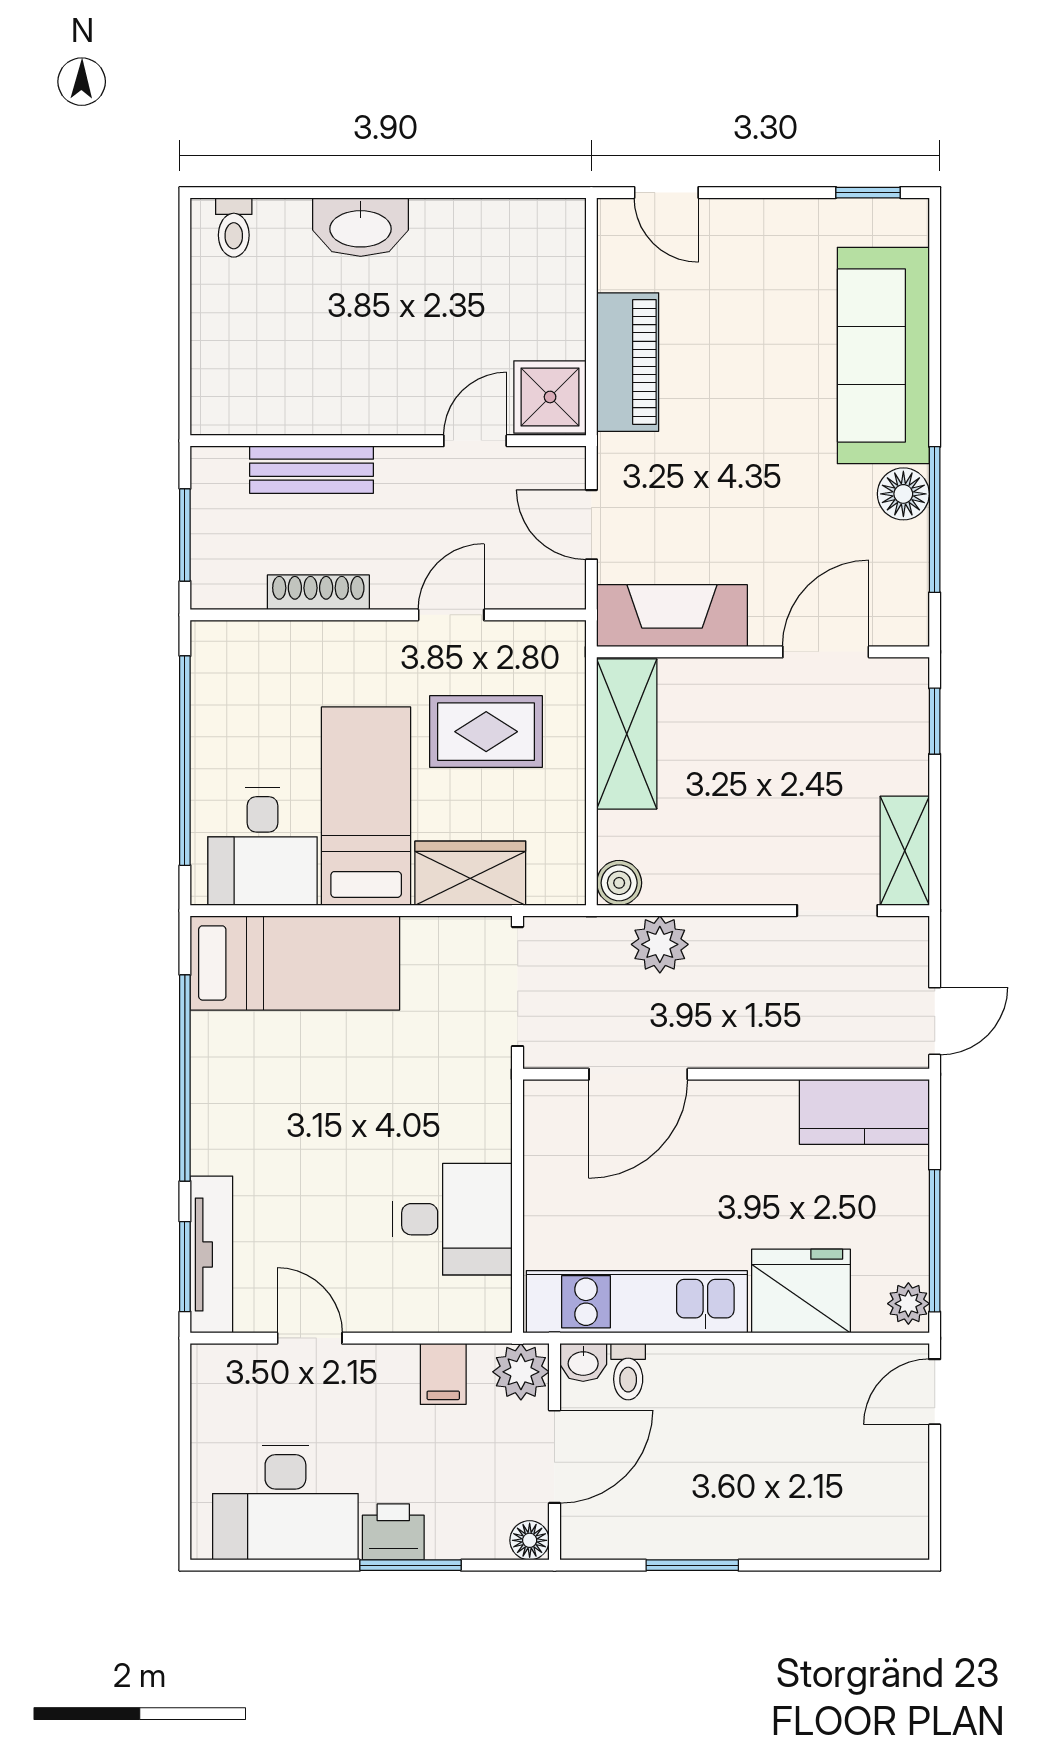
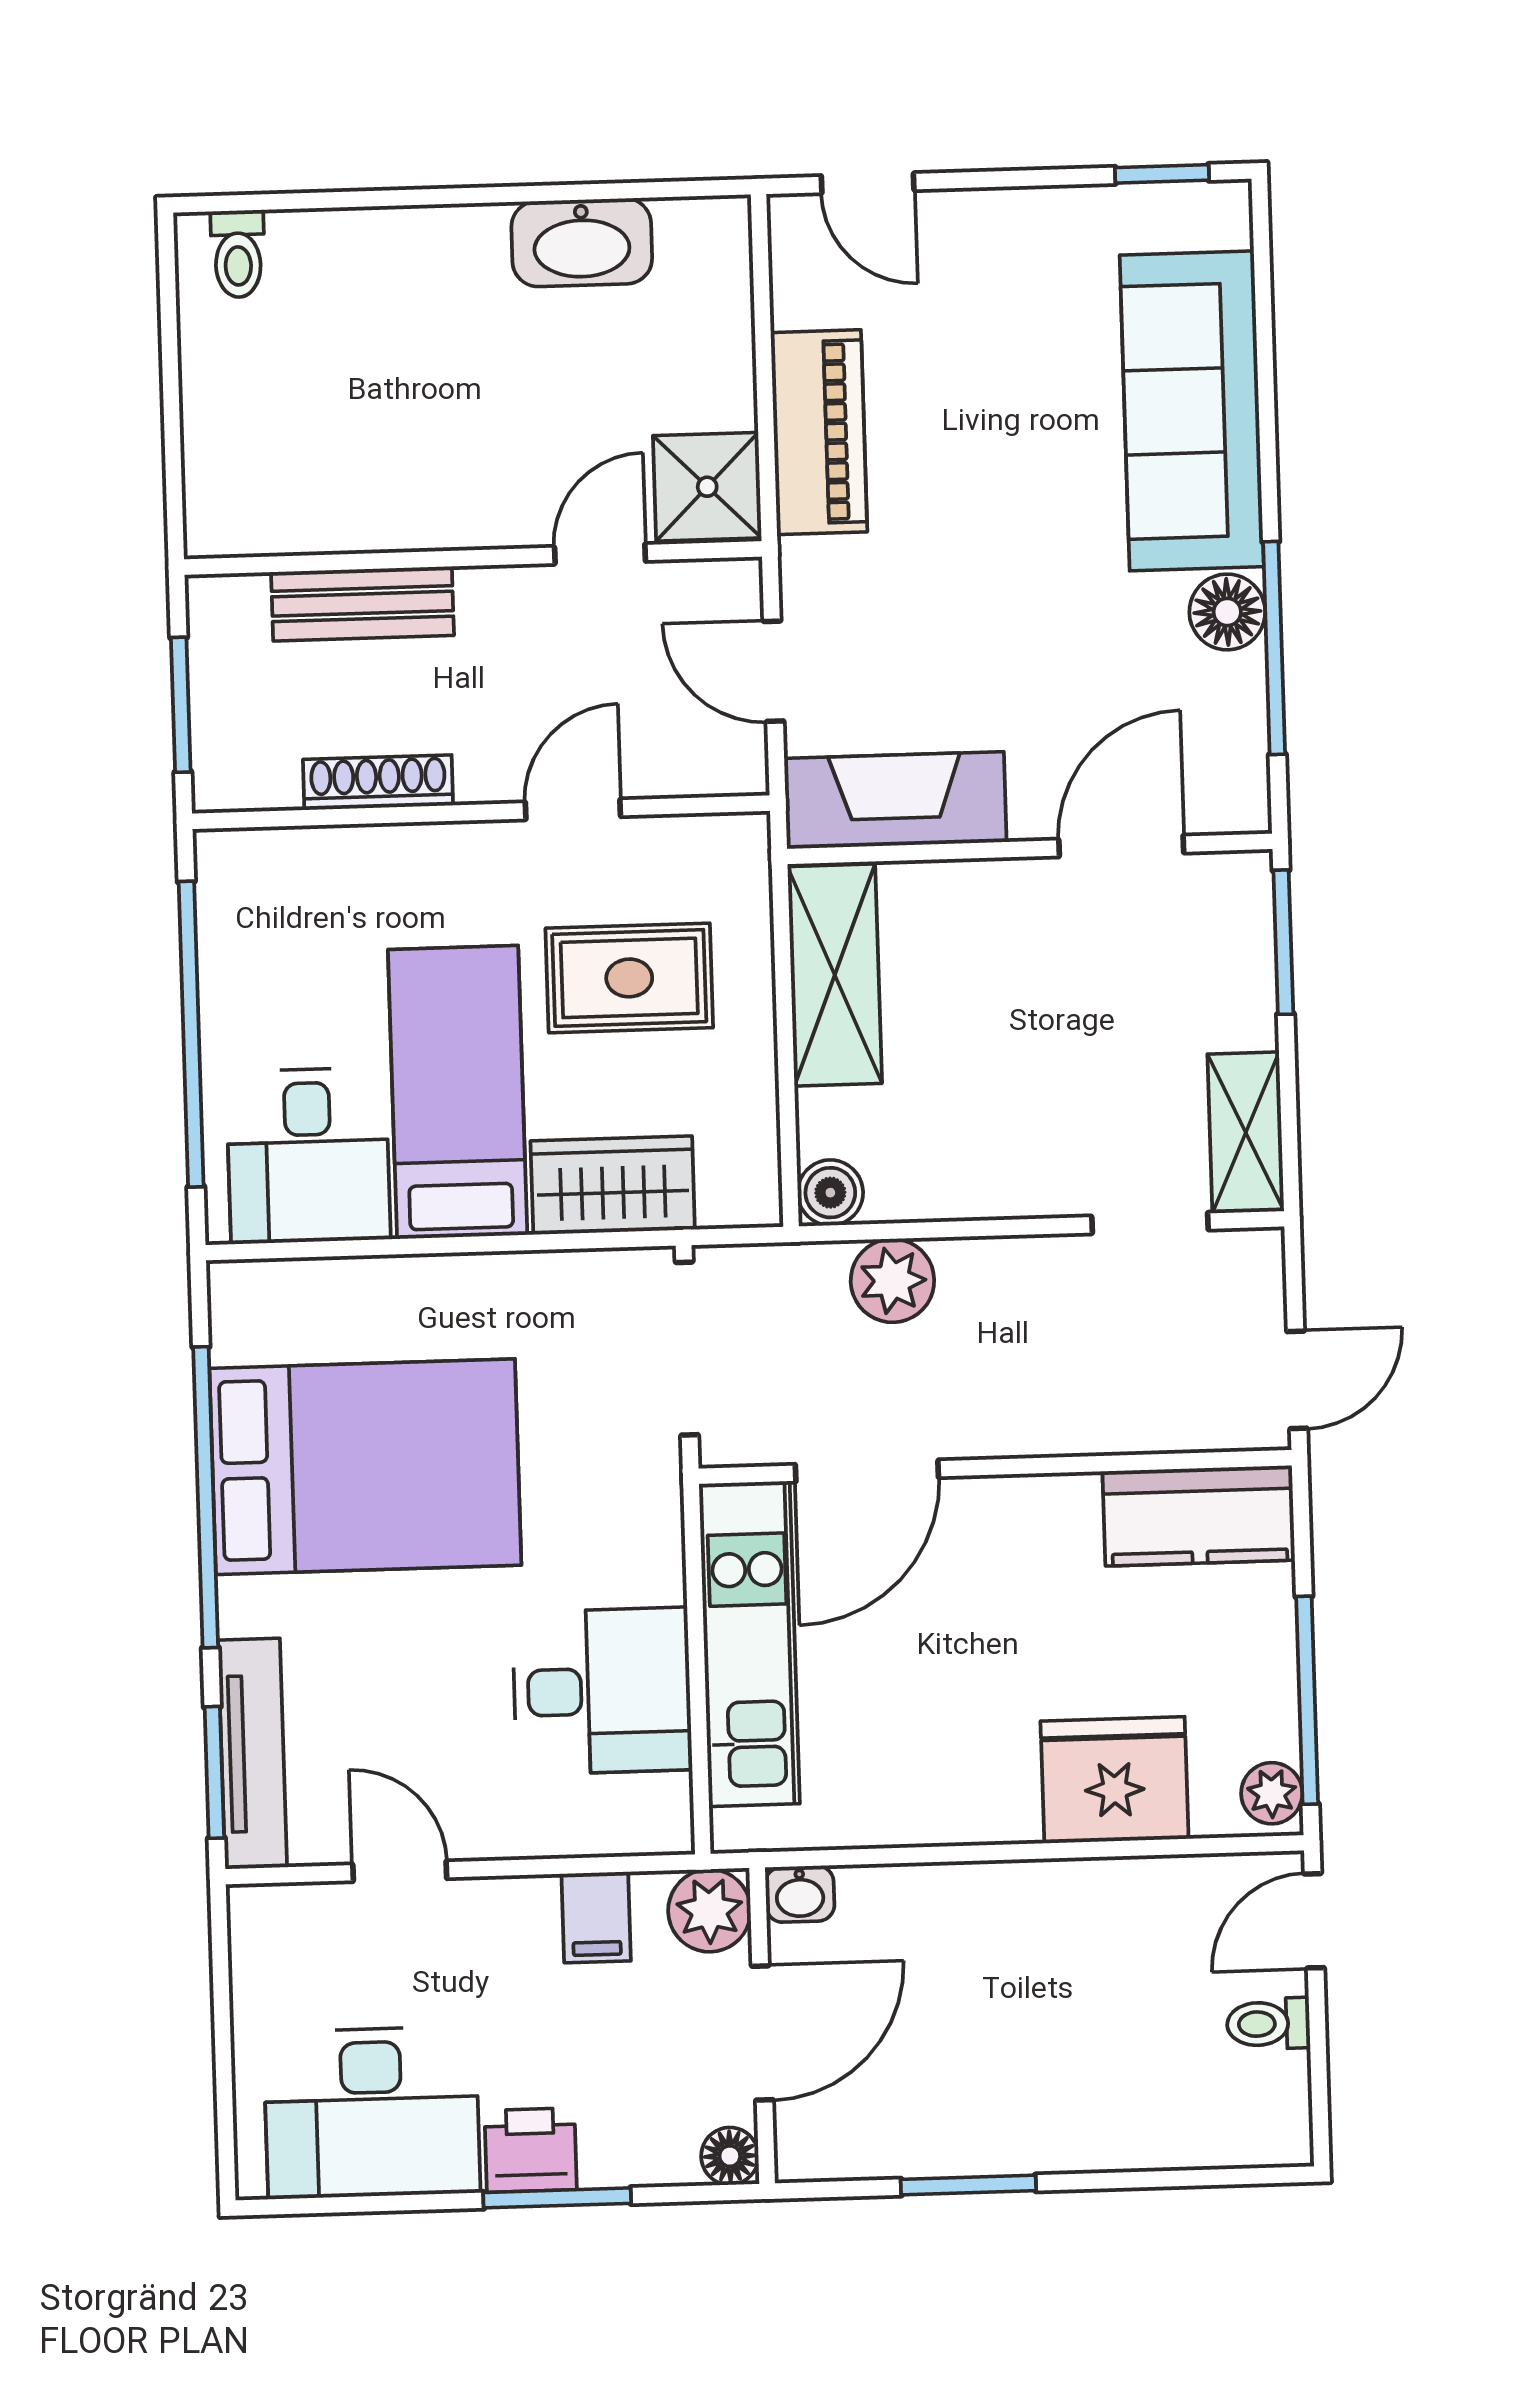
washbasin: (361, 227) -> (582, 243), moved
window: (935, 721) -> (1283, 942), width x1.50
bed: (295, 963) -> (365, 1467), moved, width x1.50
kitchen unit: (637, 1302) -> (749, 1644), moved, turned 90
toilet: (628, 1372) -> (1268, 2024), moved, turned 90

